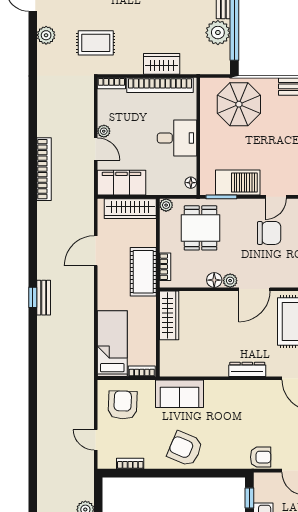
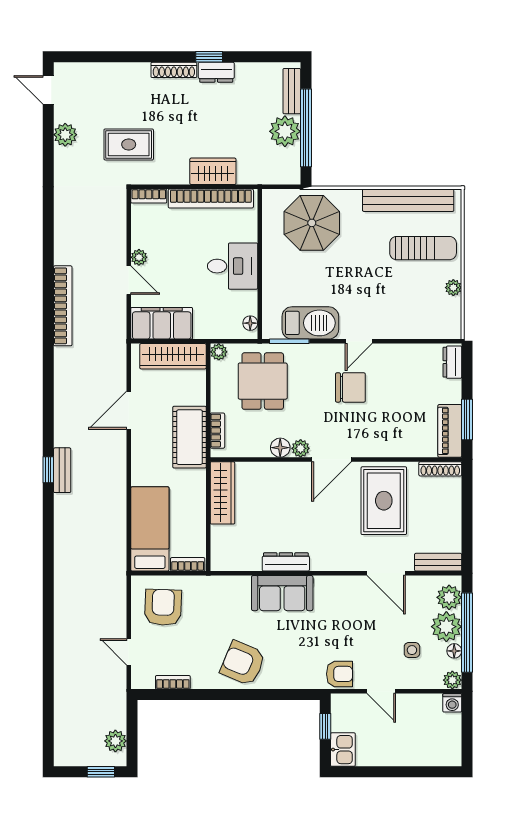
dresser: (247, 369) -> (286, 562), moved
sofa: (180, 394) -> (282, 593), moved

